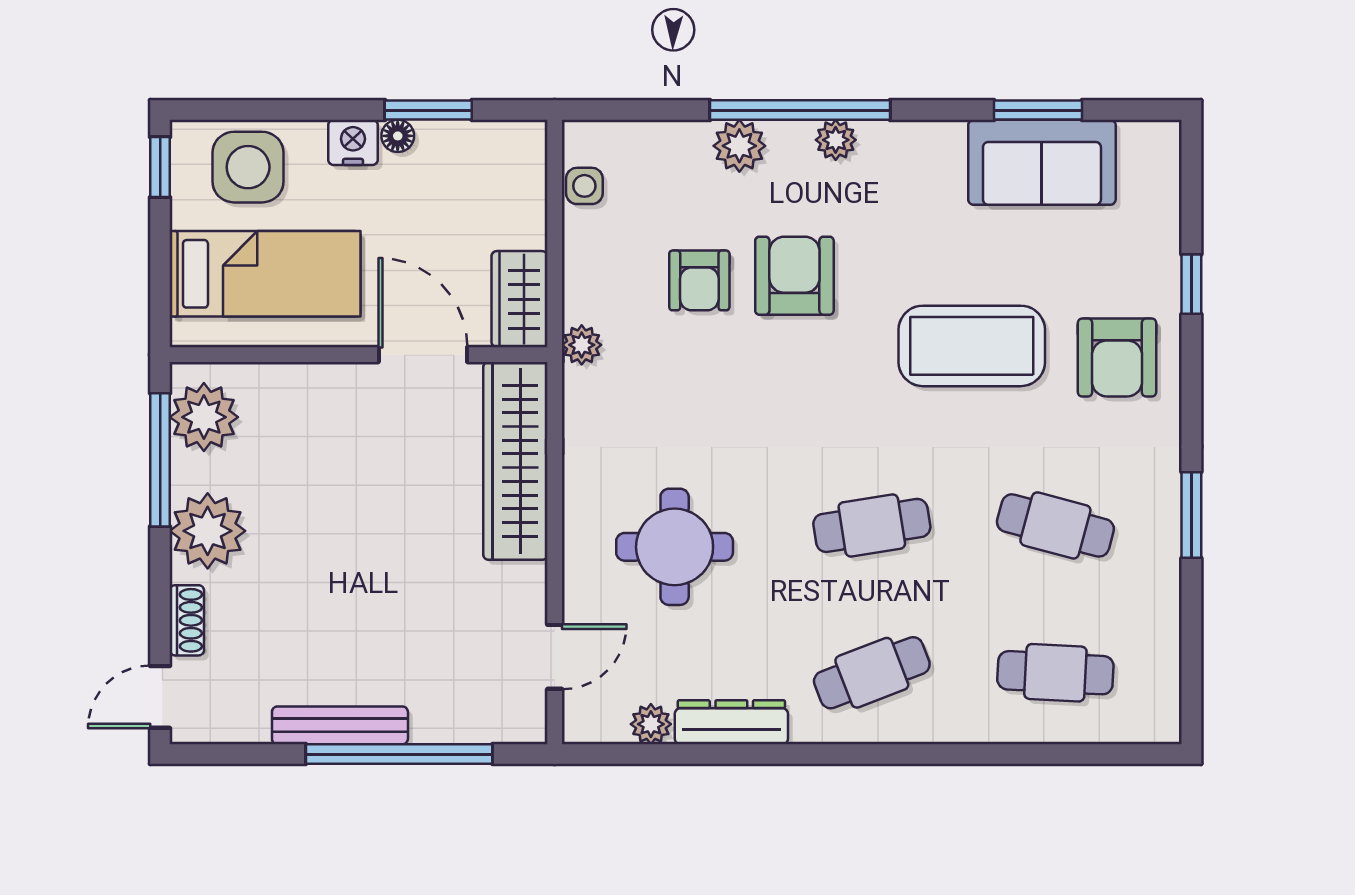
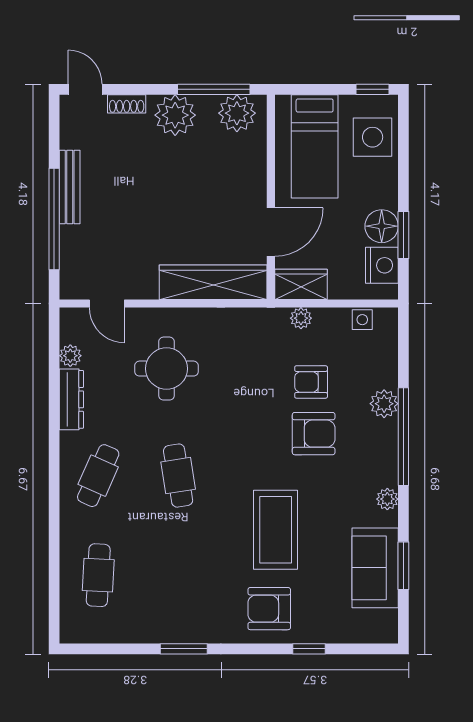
floor lamp: (398, 136) -> (382, 226), width x1.89, depth x1.89
plant: (836, 140) -> (387, 499), moved
nightstand: (353, 142) -> (382, 265), moved, width x1.36, depth x1.33
plant: (582, 345) -> (301, 318), moved
cafe table: (1055, 525) -> (178, 575), removed
cafe table: (872, 673) -> (98, 476), turned 45

